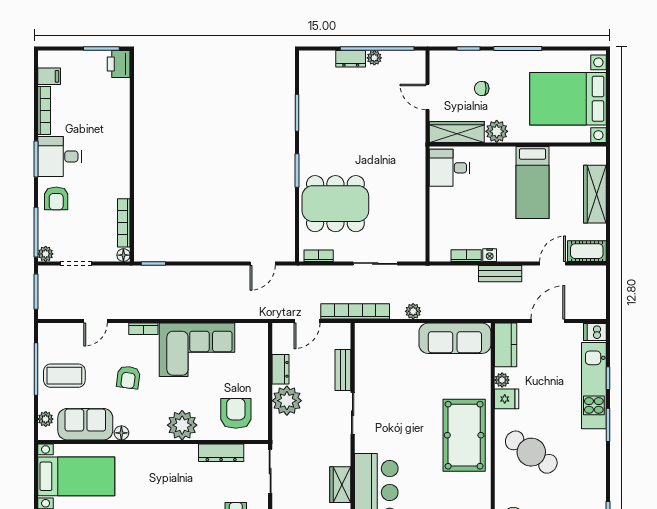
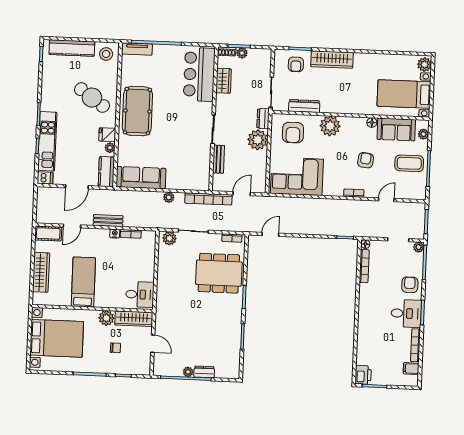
plant: (410, 251) -> (169, 238), added
corner sofa: (197, 350) -> (297, 176), moved
dresser: (280, 369) -> (263, 119), moved

